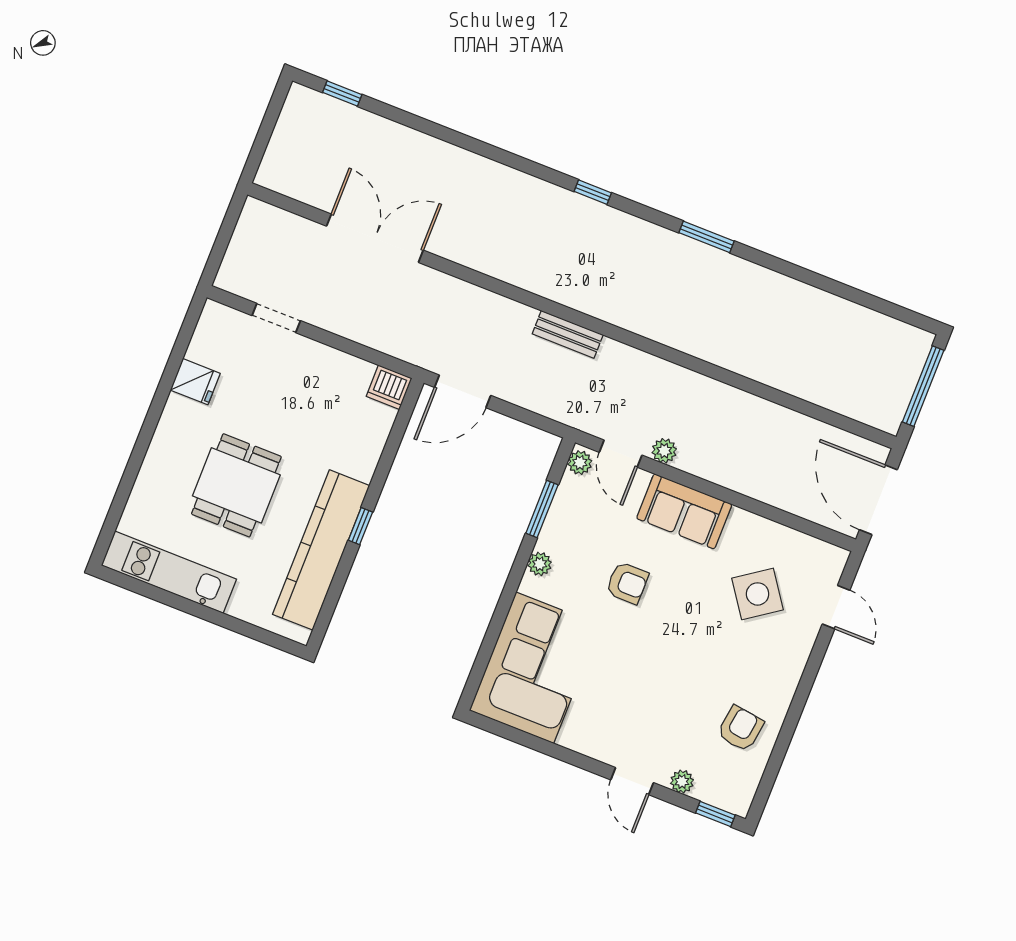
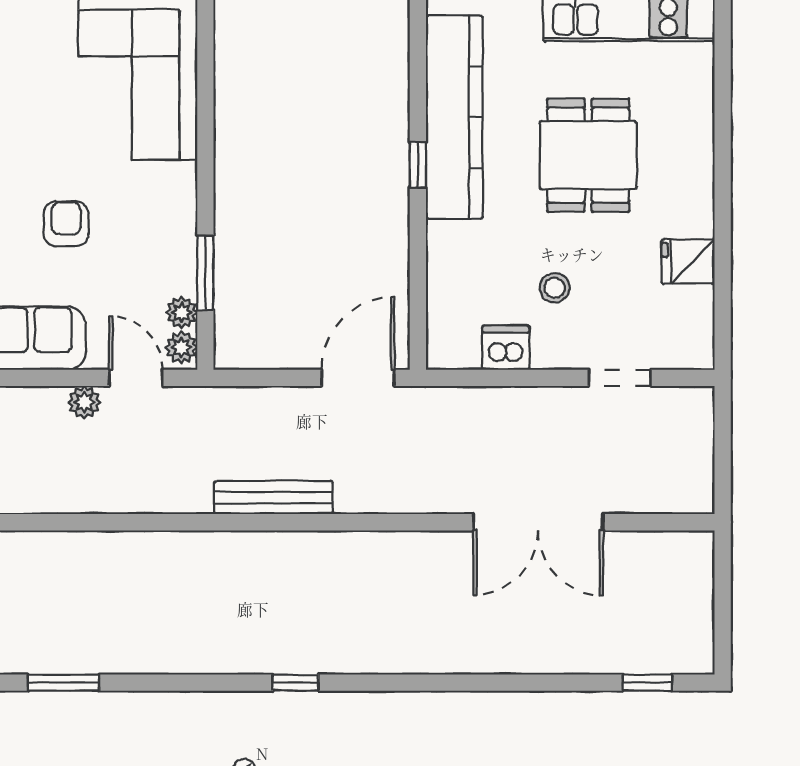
window: (706, 237) -> (63, 683), moved
bench: (568, 334) -> (273, 498), width x1.36
dishwasher: (389, 387) -> (506, 348), moved
stool: (297, 400) -> (555, 288), added
plant: (540, 564) -> (182, 313), moved
armchair: (627, 583) -> (66, 224), turned 90

